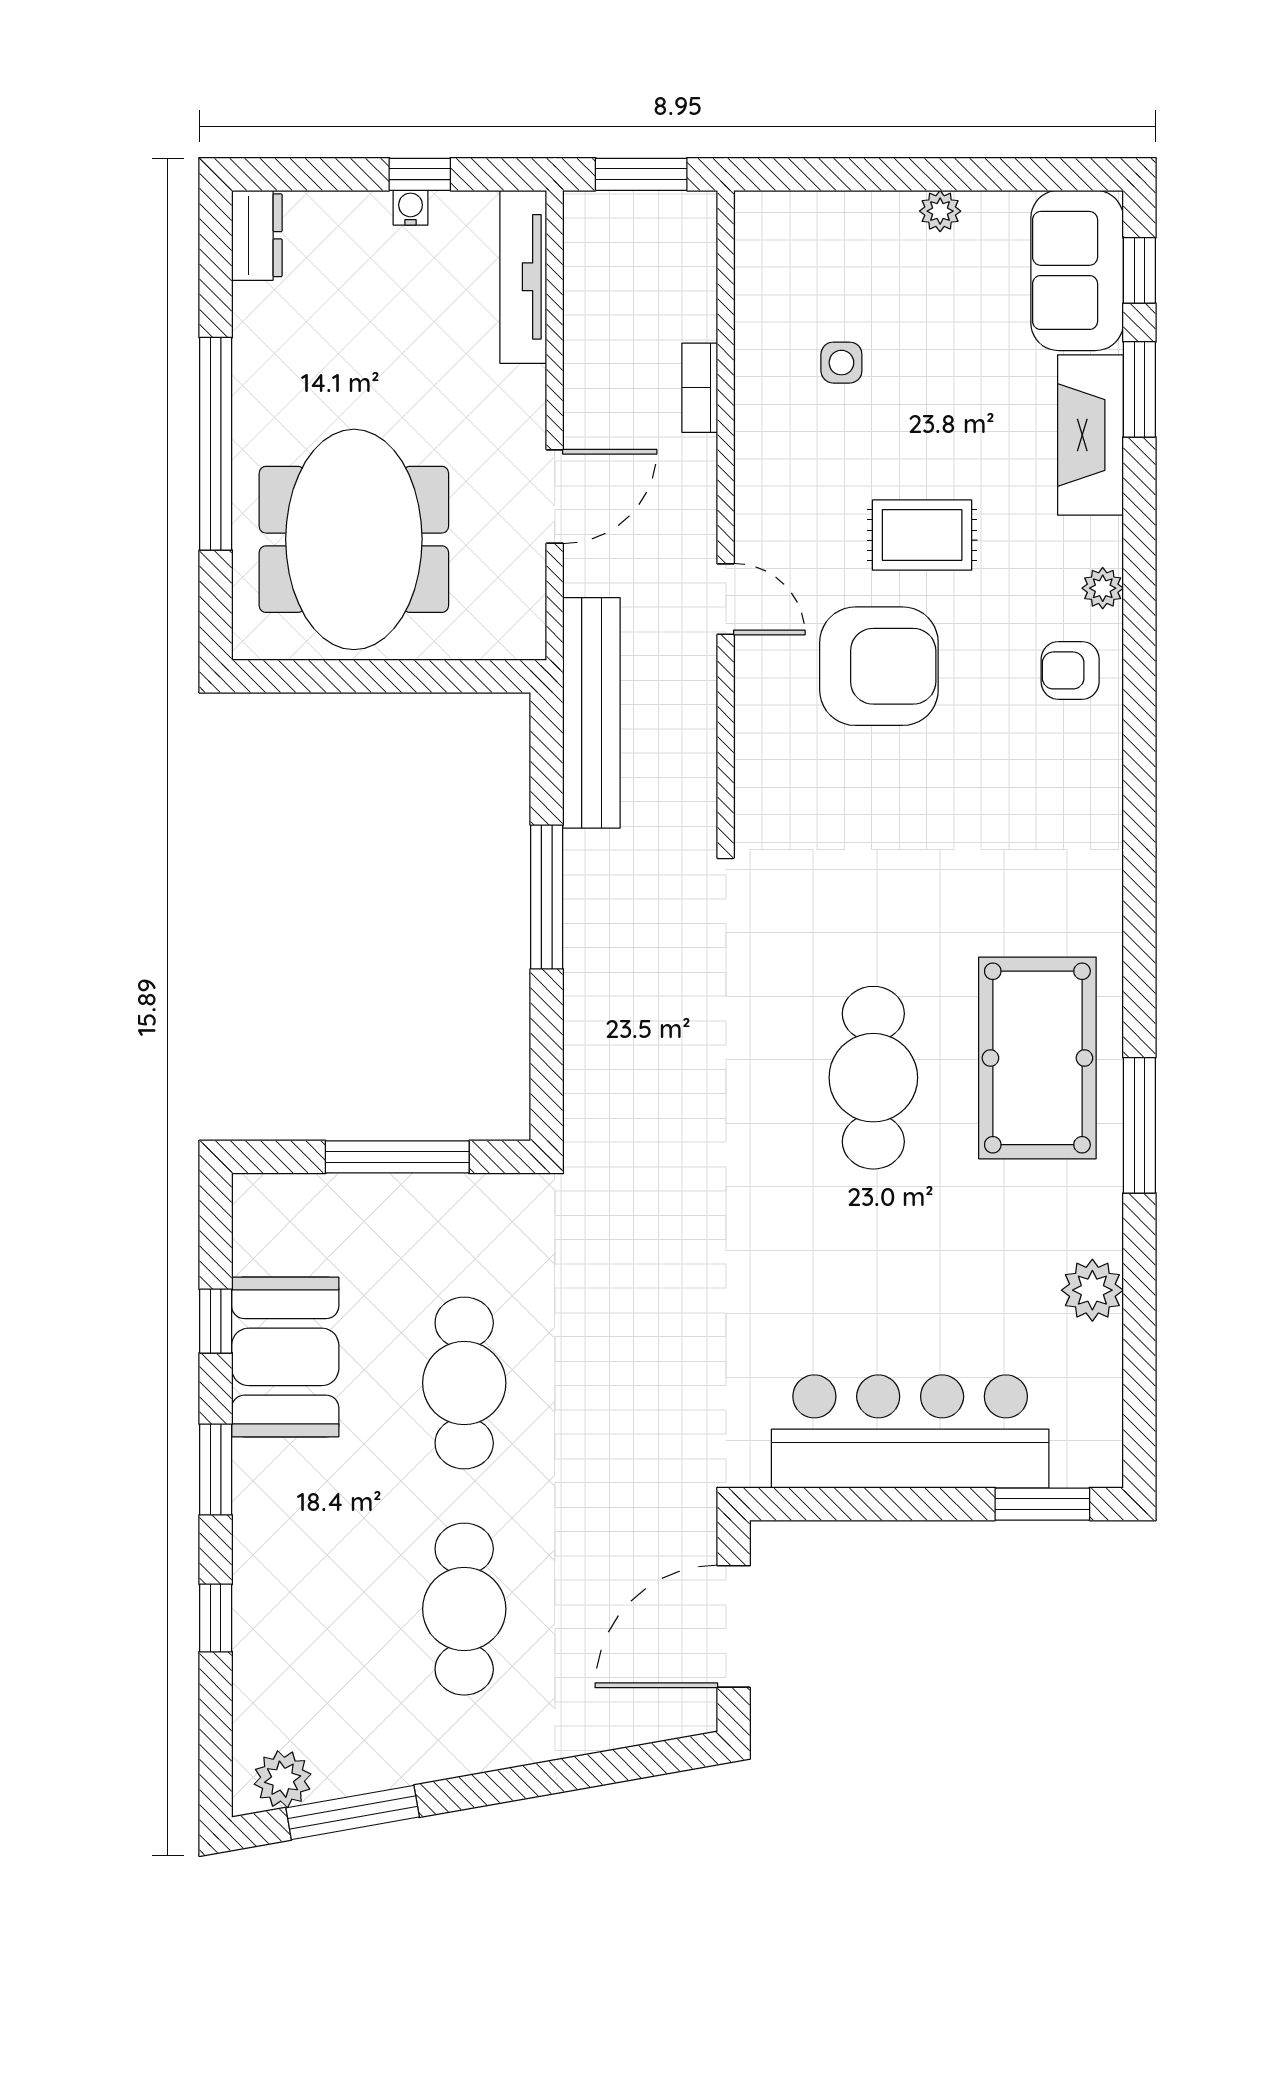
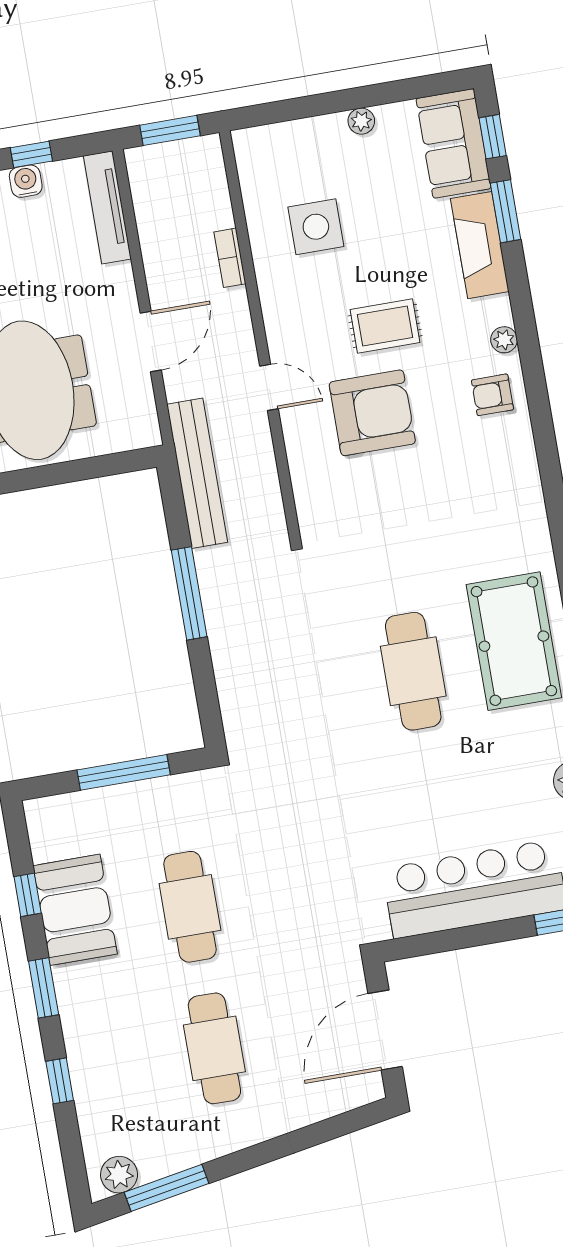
water cooler: (411, 208) -> (26, 181), width x1.38, depth x1.38
side table: (841, 363) -> (316, 227), width x1.87, depth x1.87

